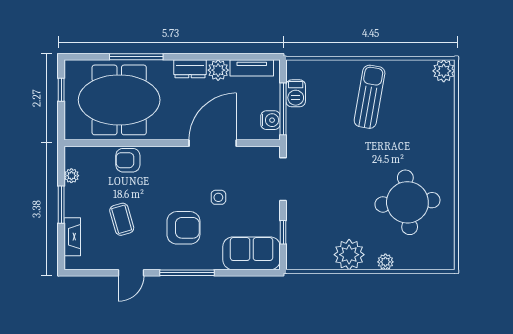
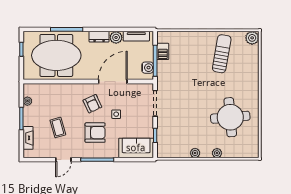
sun lounger: (370, 97) -> (222, 54), moved
armchair: (128, 160) -> (92, 104), moved, turned -115
plant: (349, 255) -> (195, 153), width x0.53, depth x0.53

